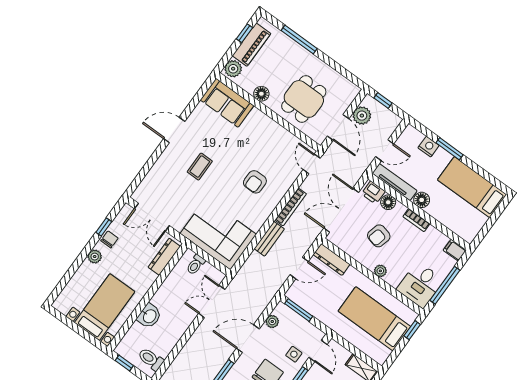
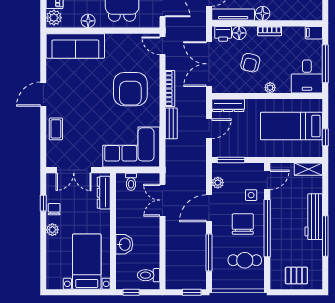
sofa: (227, 103) -> (75, 46), width x1.36
coffee table: (200, 167) -> (56, 129), moved
armchair: (255, 182) -> (130, 89), width x1.88, depth x1.88
window: (412, 330) -> (325, 137), moved
door: (318, 351) -> (267, 180), hinge flipped

